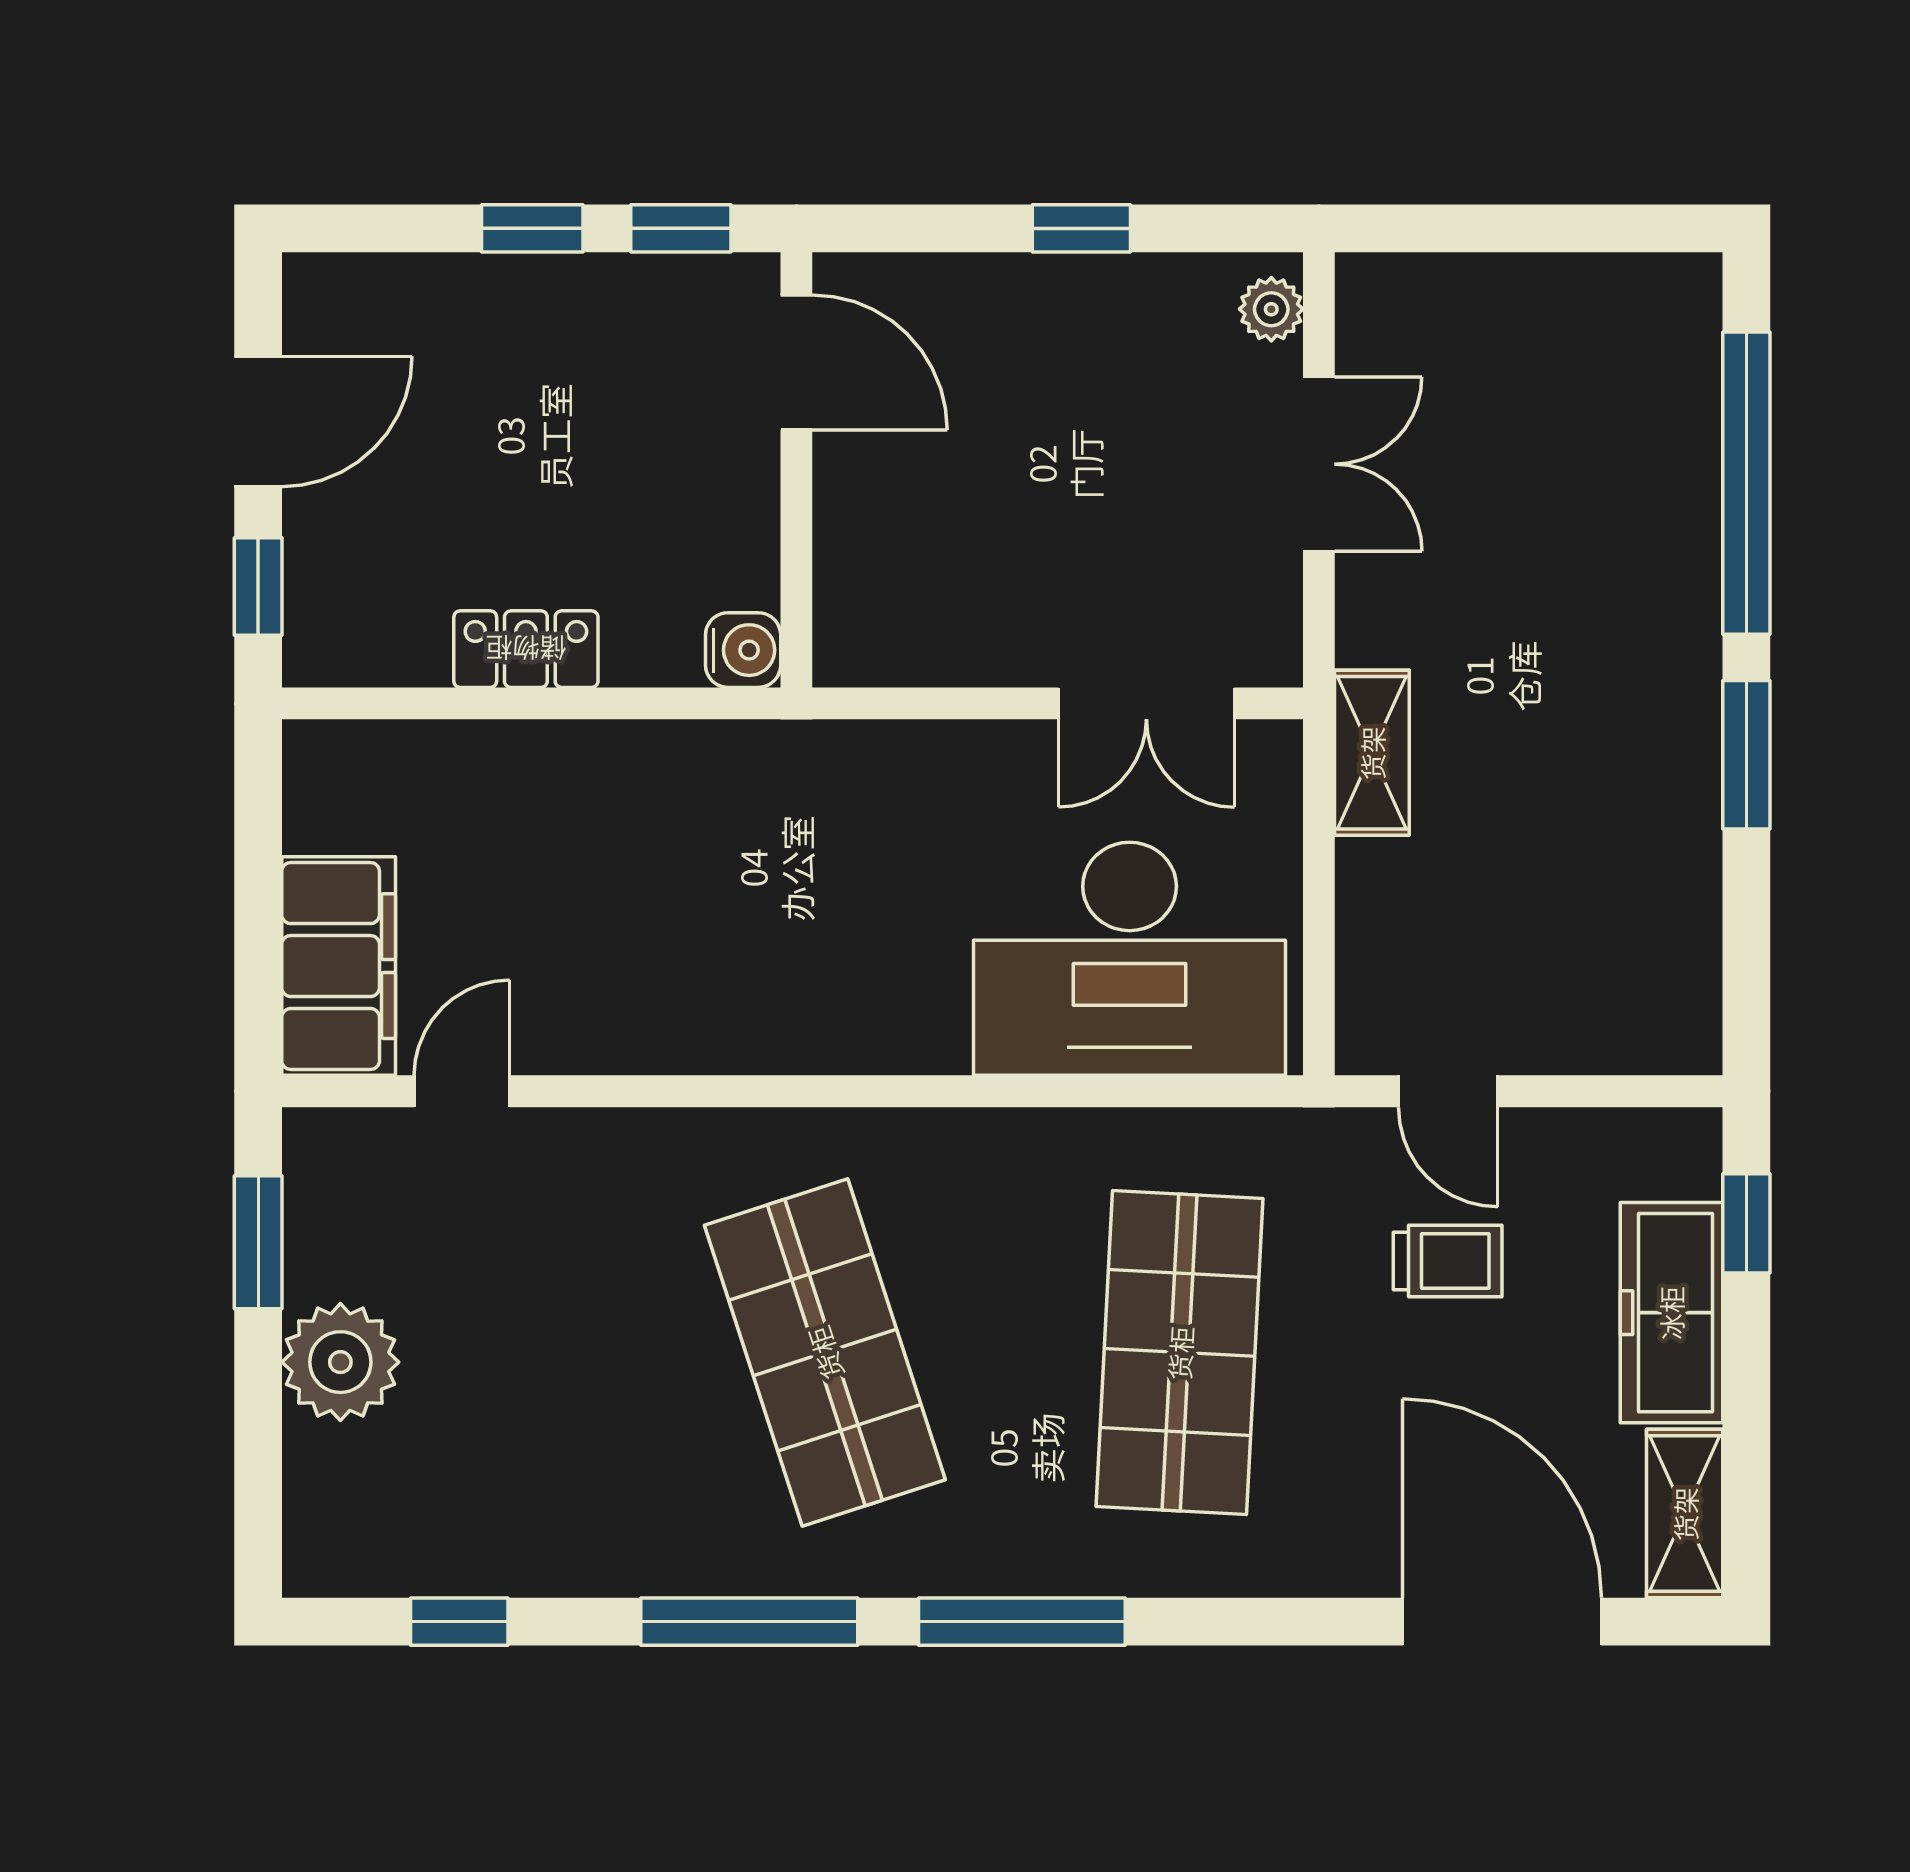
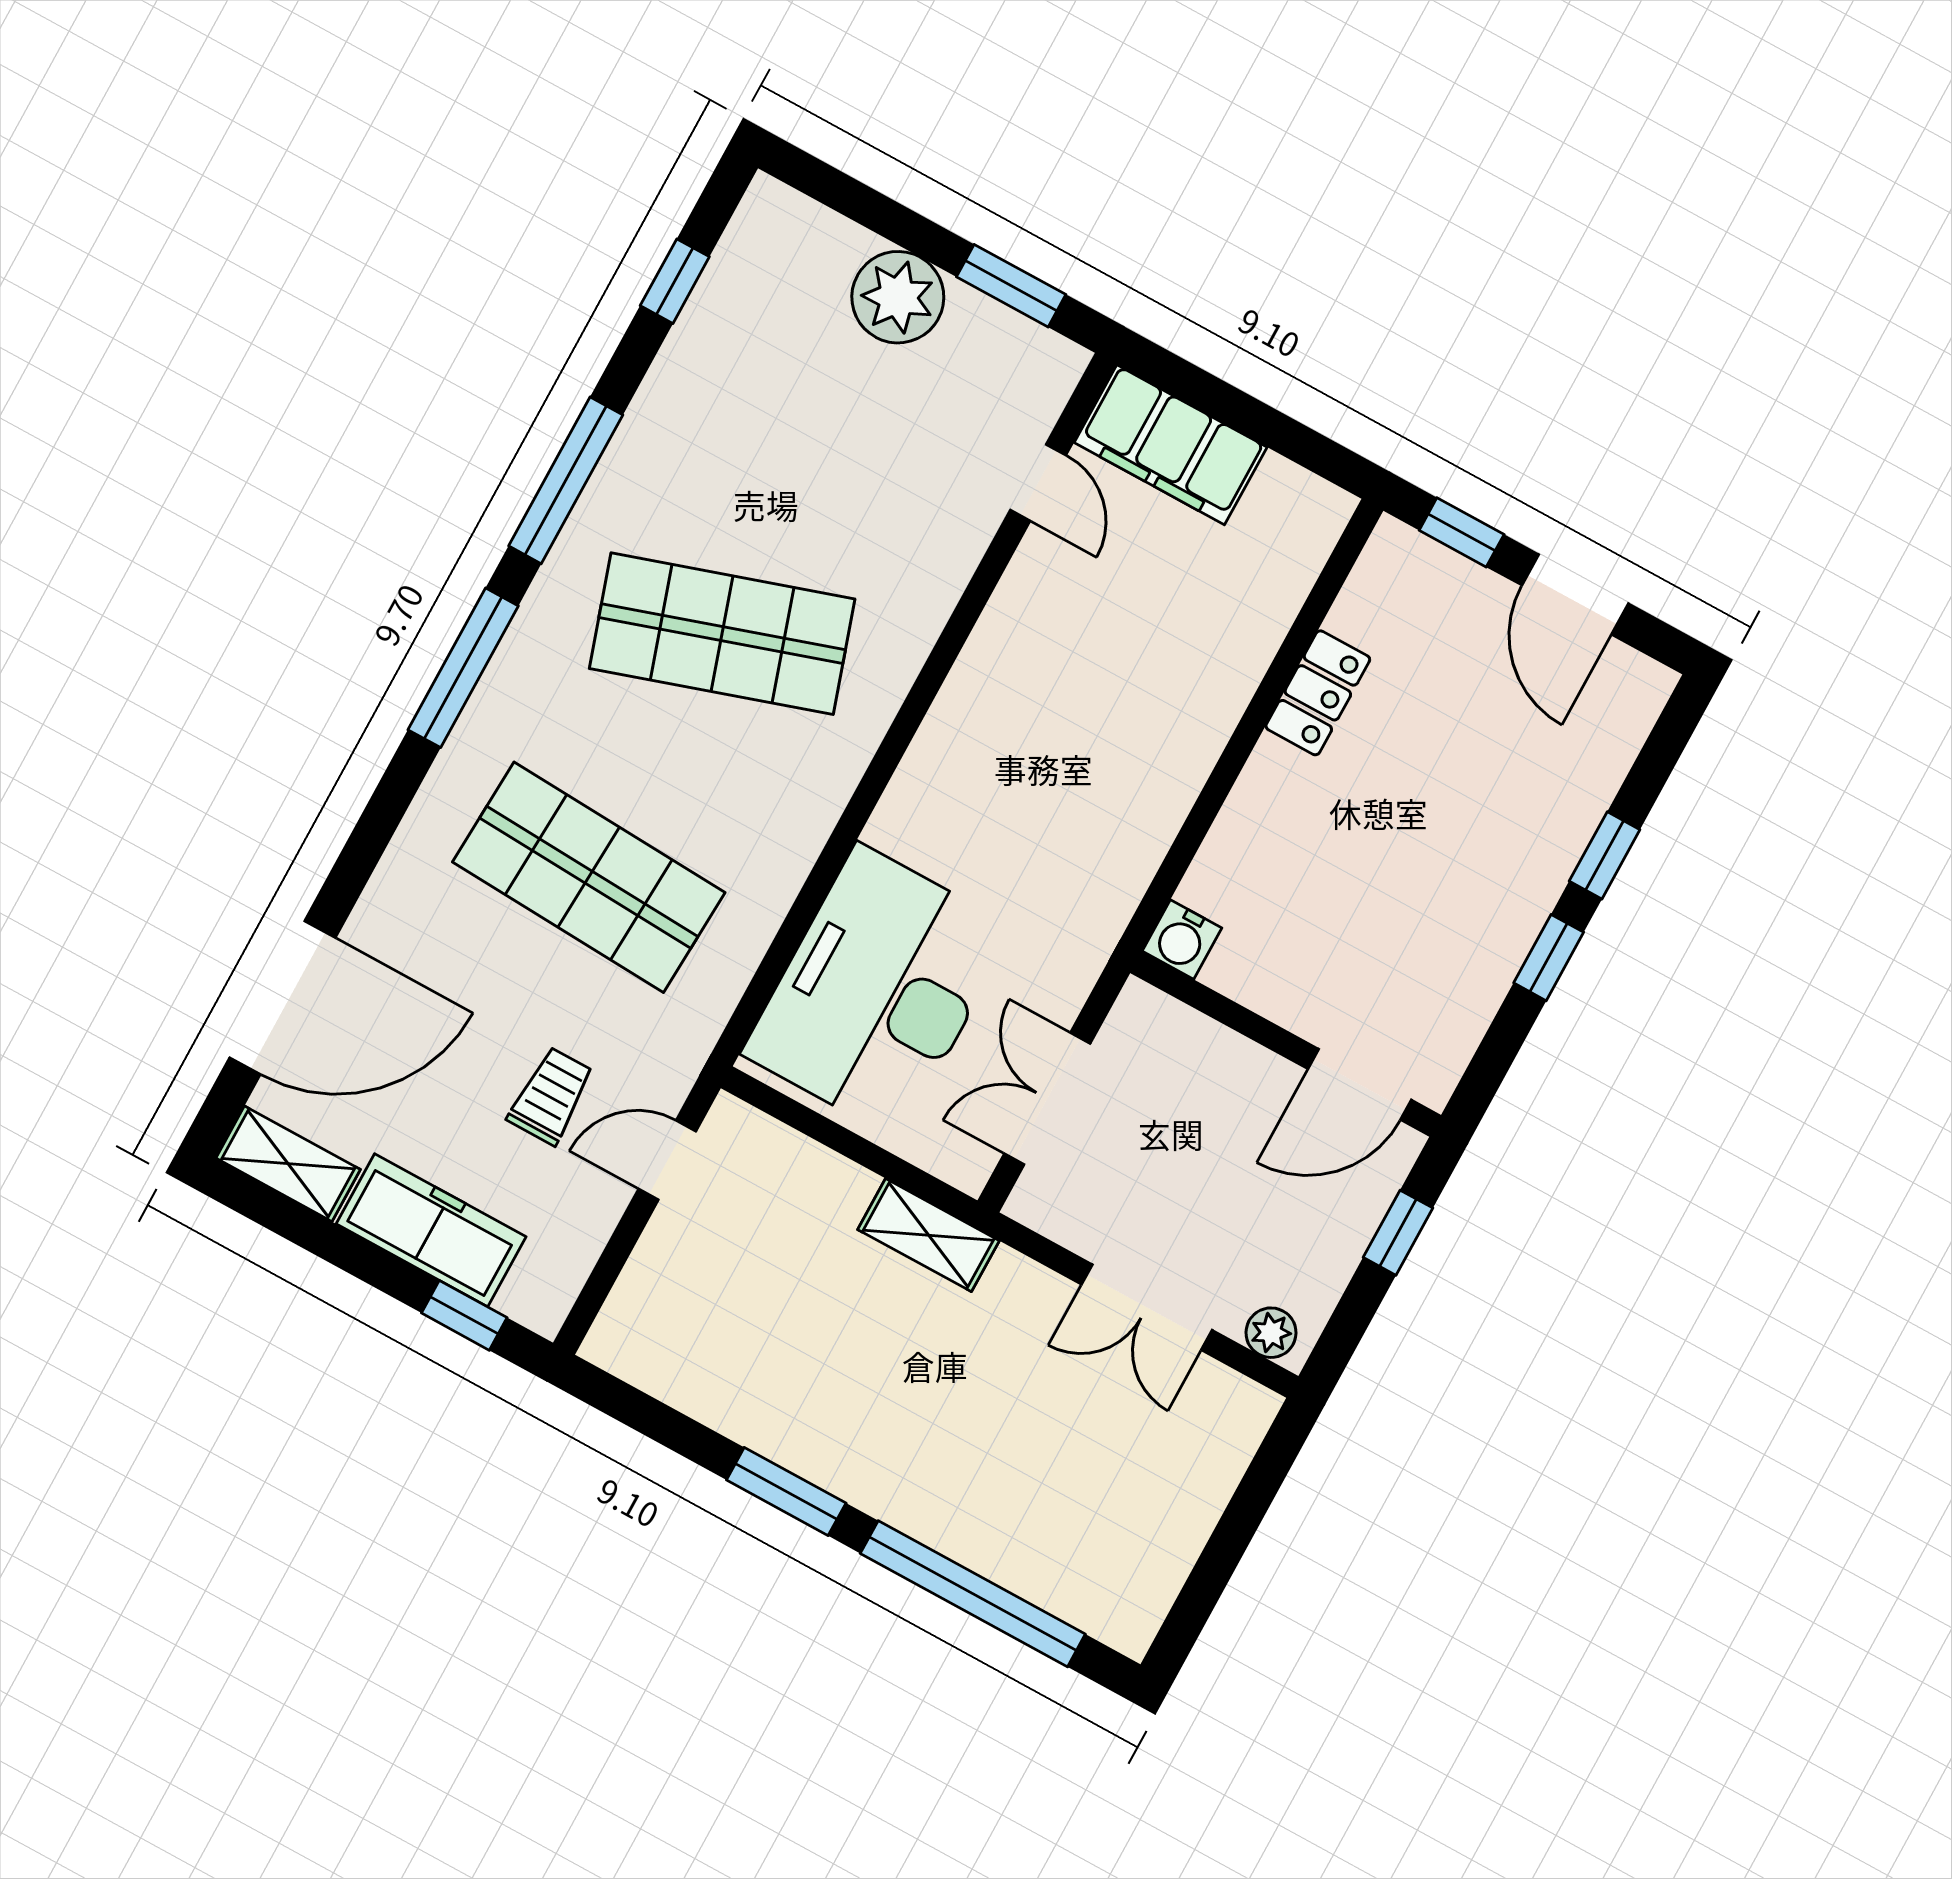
door: (796, 362) -> (1360, 1084), moved
wall: (796, 470) -> (1286, 1044), moved
water cooler: (743, 650) -> (1182, 940), moved
trolley: (1448, 1261) -> (551, 1096), turned 180

